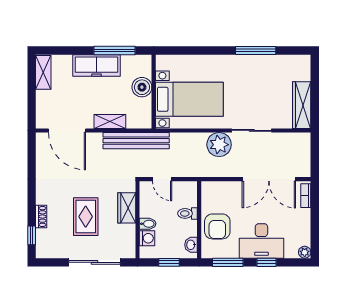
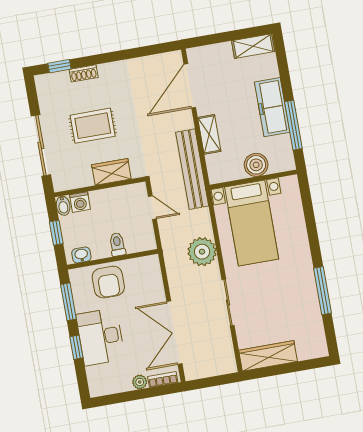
plant: (219, 145) -> (202, 252), moved
door: (162, 179) -> (152, 208), swing flipped
bidet: (148, 224) -> (63, 206), moved
armchair: (217, 226) -> (108, 282), turned -90
plant: (305, 252) -> (140, 382), moved

